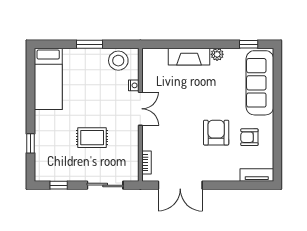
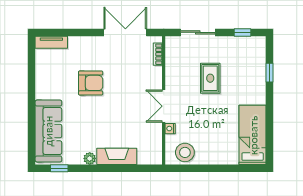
window: (89, 44) -> (213, 168), removed
armchair: (216, 133) -> (91, 83), turned -90
armchair: (249, 137) -> (59, 79), removed
rug: (92, 138) -> (210, 78), turned 90

